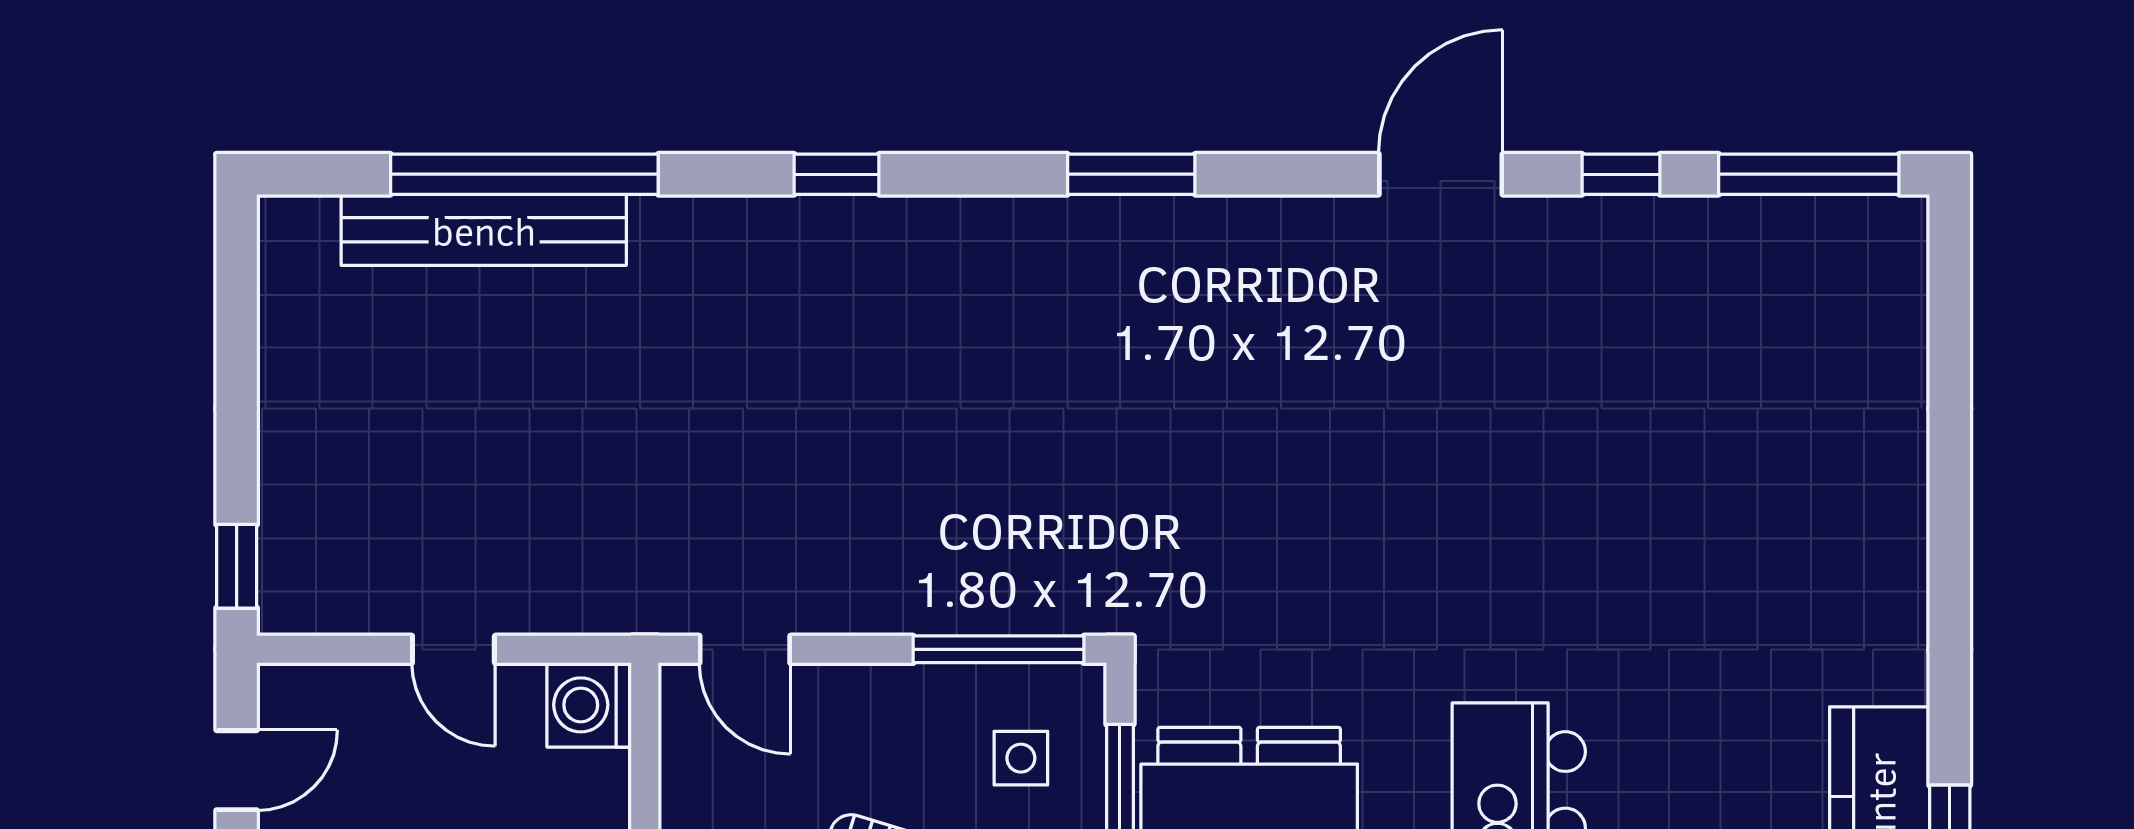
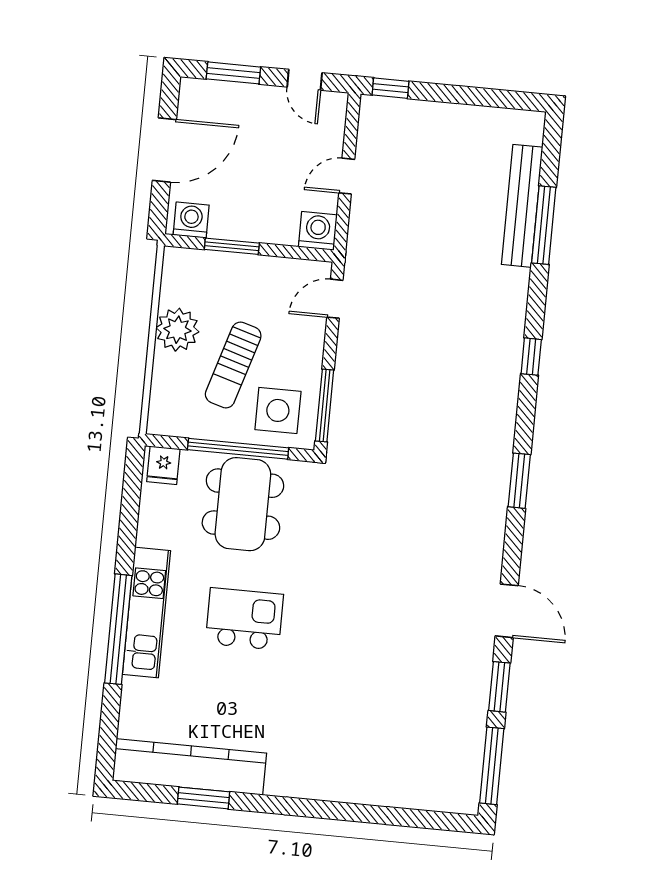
window: (524, 174) -> (544, 225), width x0.68
window: (1621, 174) -> (499, 687), width x1.50
side table: (1021, 758) -> (278, 410), width x1.87, depth x1.87

